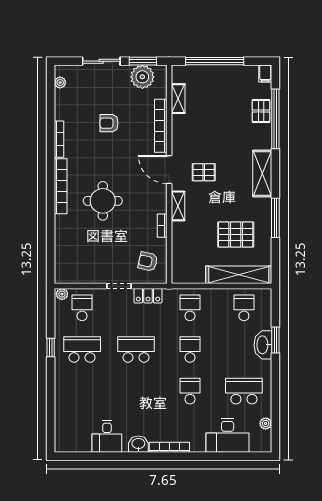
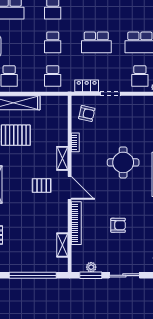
plant: (142, 77) -> (91, 267), width x0.53, depth x0.53

